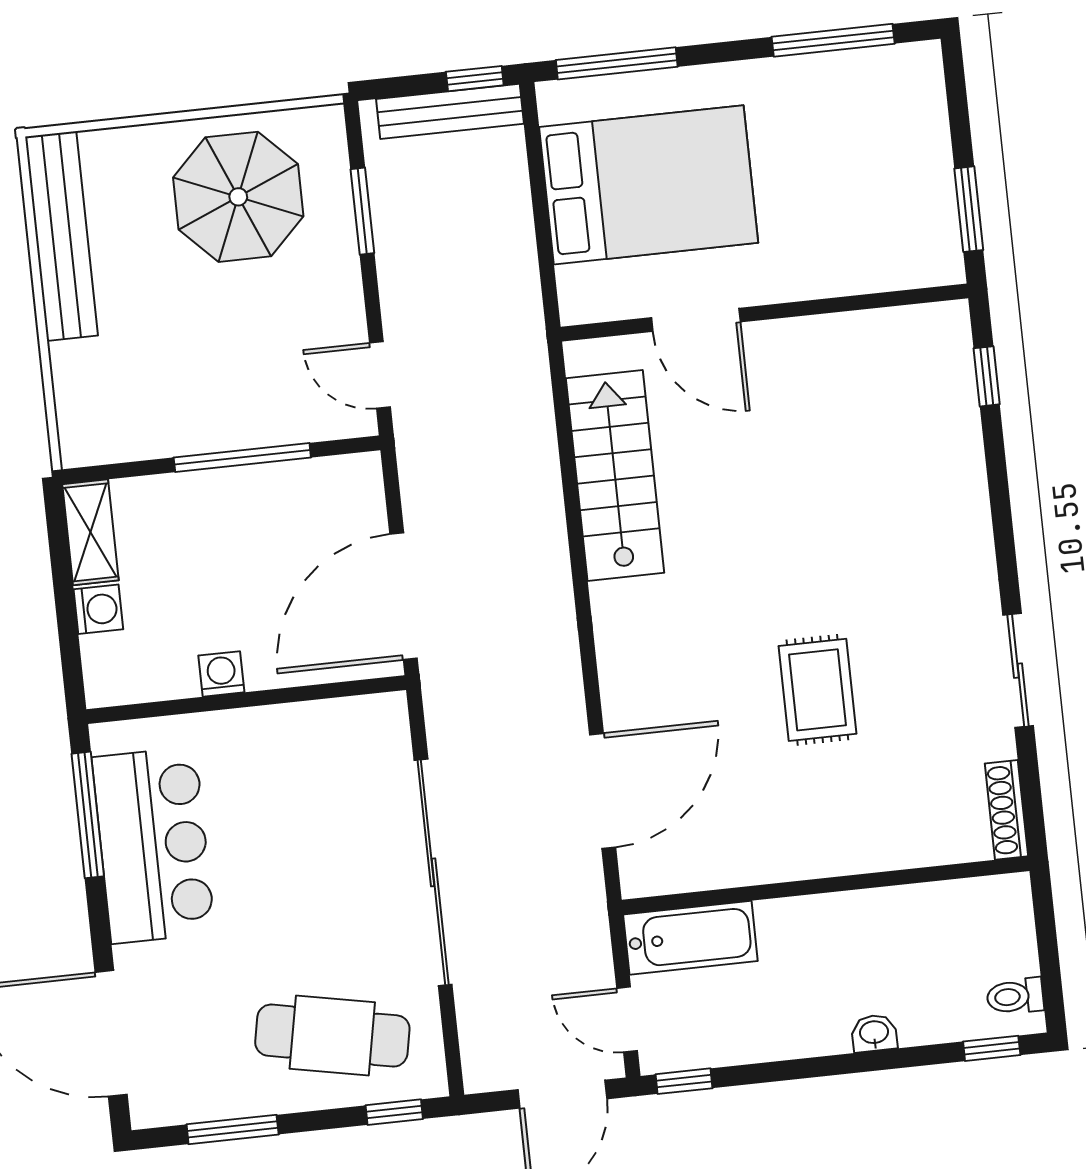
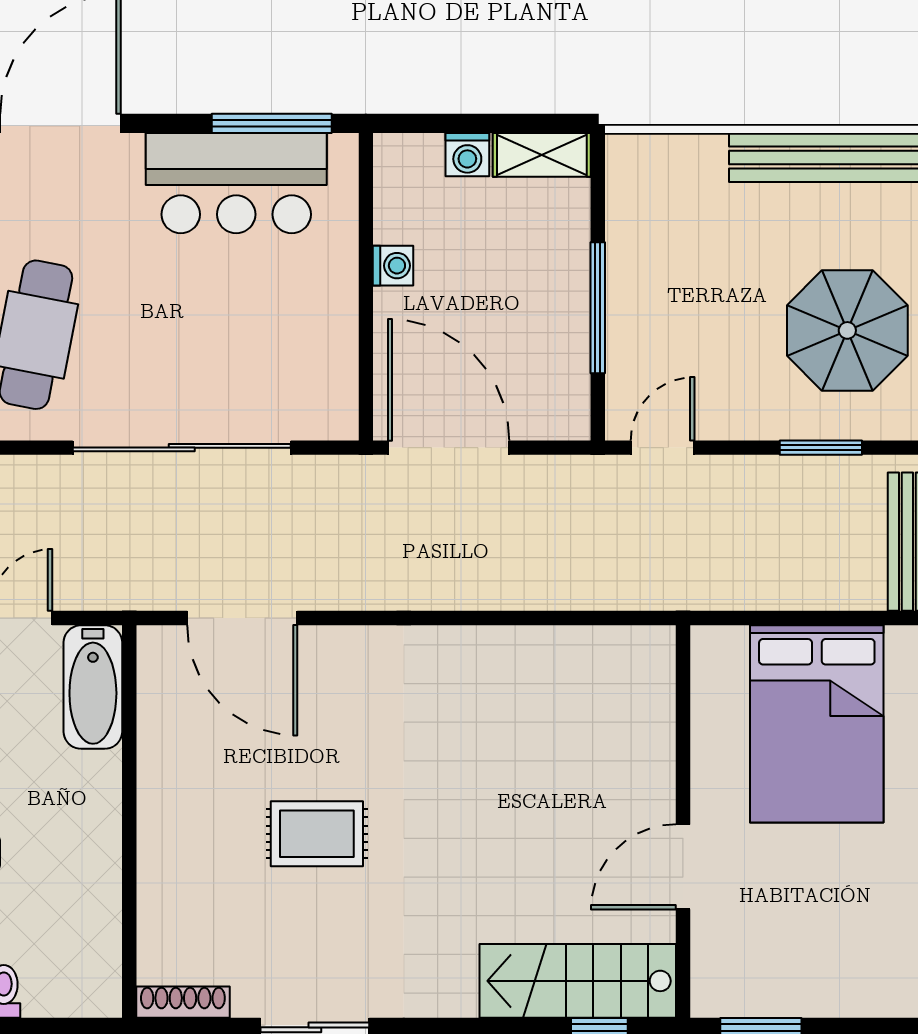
door: (696, 320) -> (683, 867), moved
stairs: (615, 475) -> (578, 981), moved, turned 180

